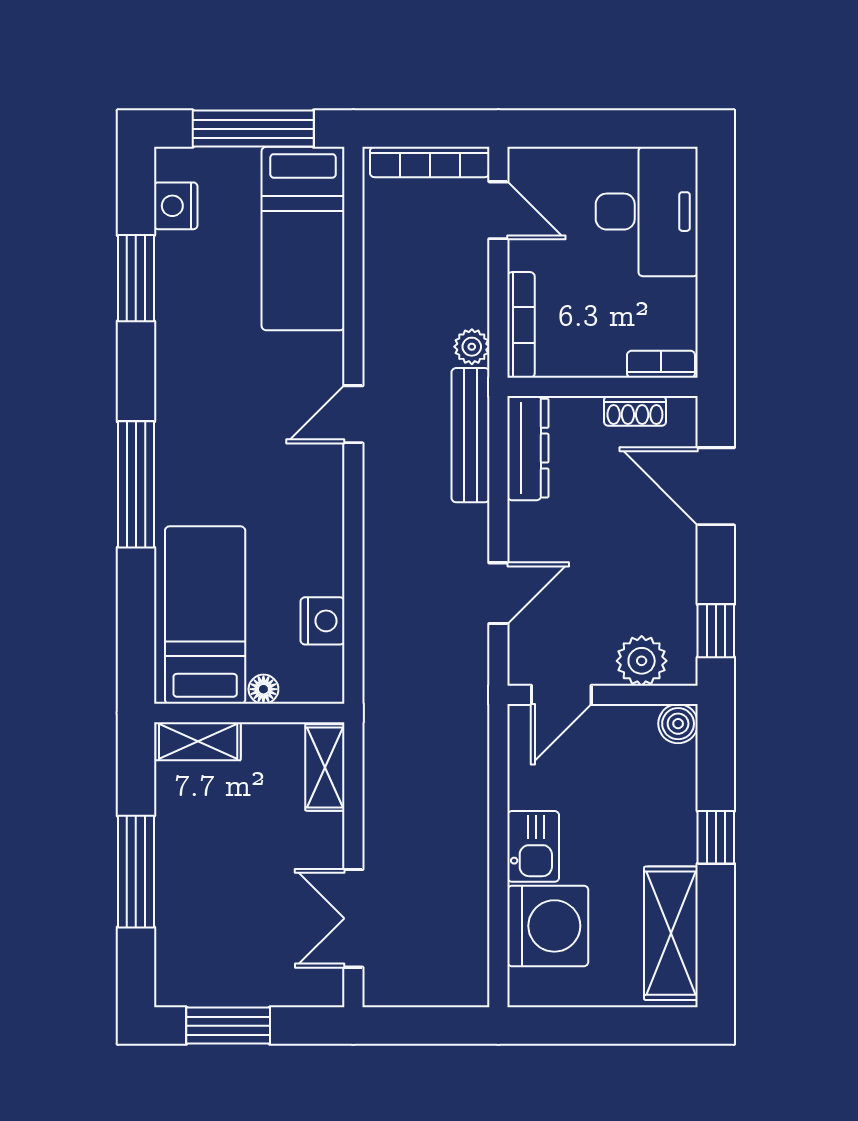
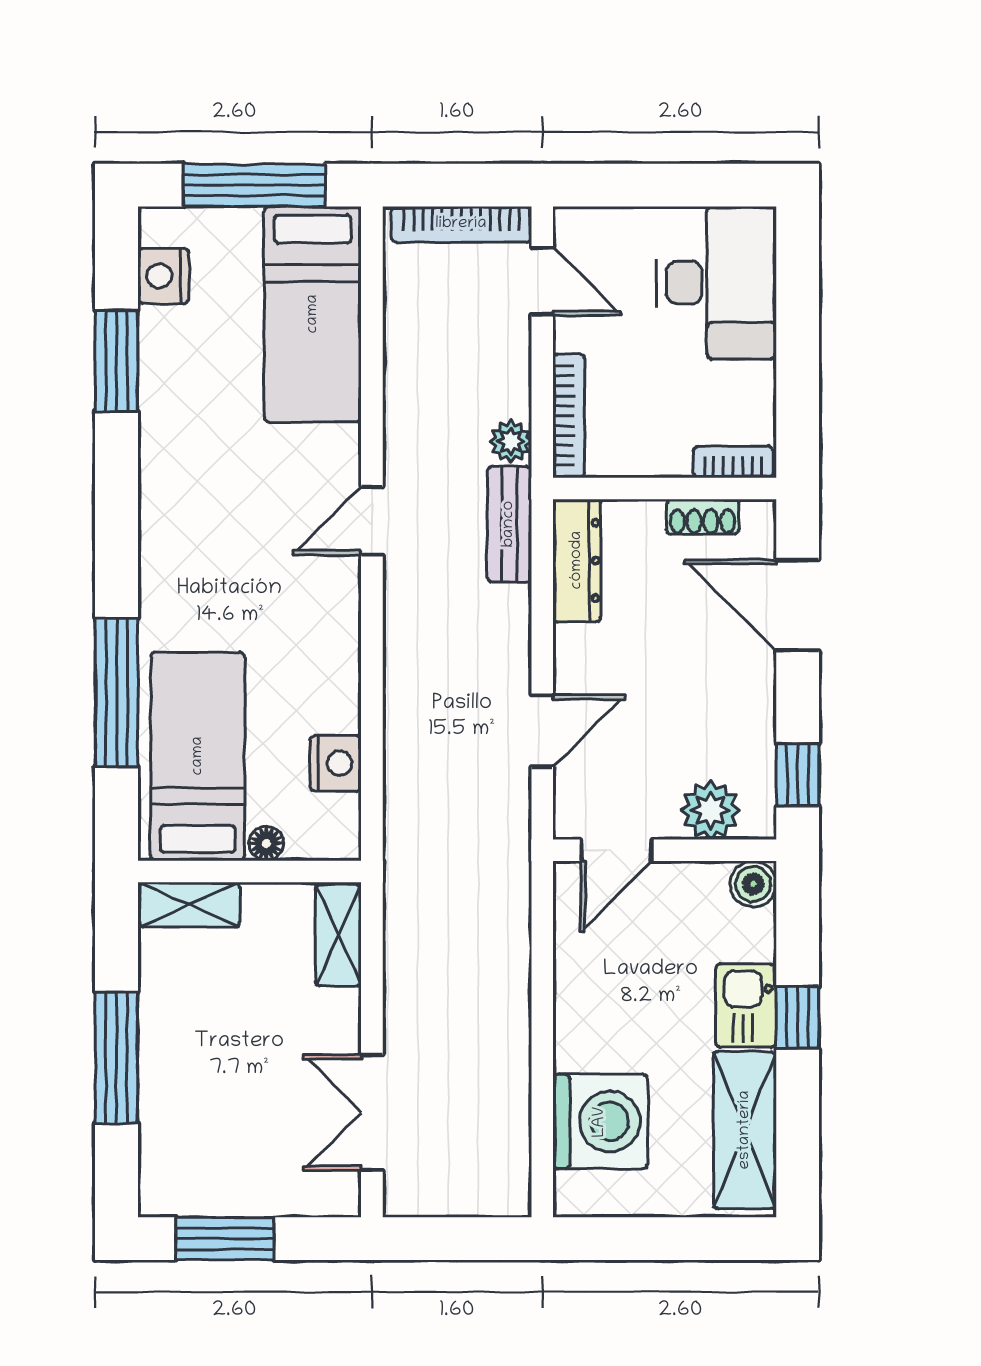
bench: (471, 435) -> (509, 524), width x0.73
window: (136, 484) -> (117, 693), moved
kitchen sink: (533, 846) -> (746, 1006), moved, turned 180

